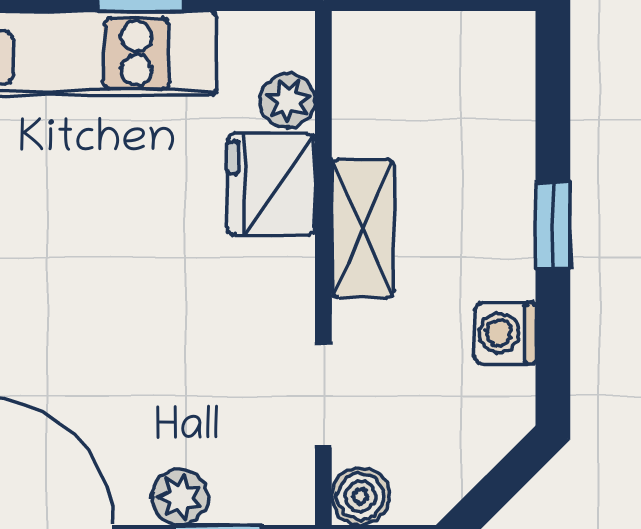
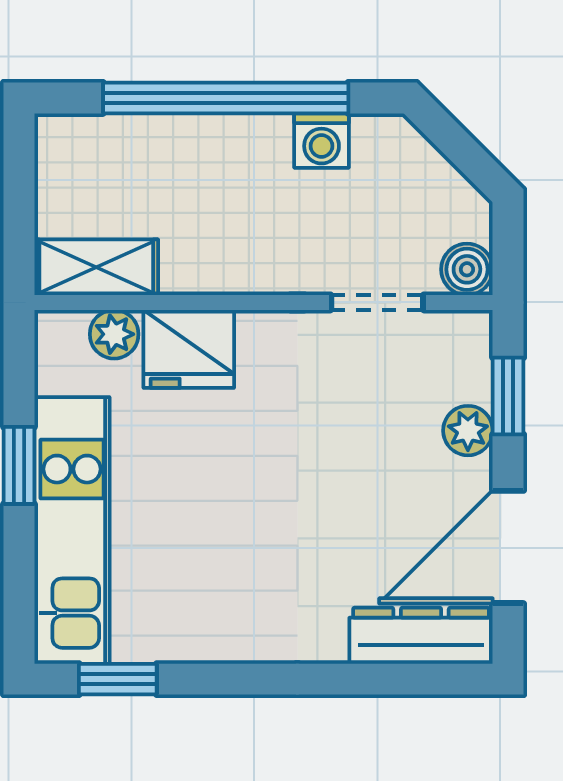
window: (553, 226) -> (226, 98), width x3.17
shelving: (363, 228) -> (96, 267), moved

